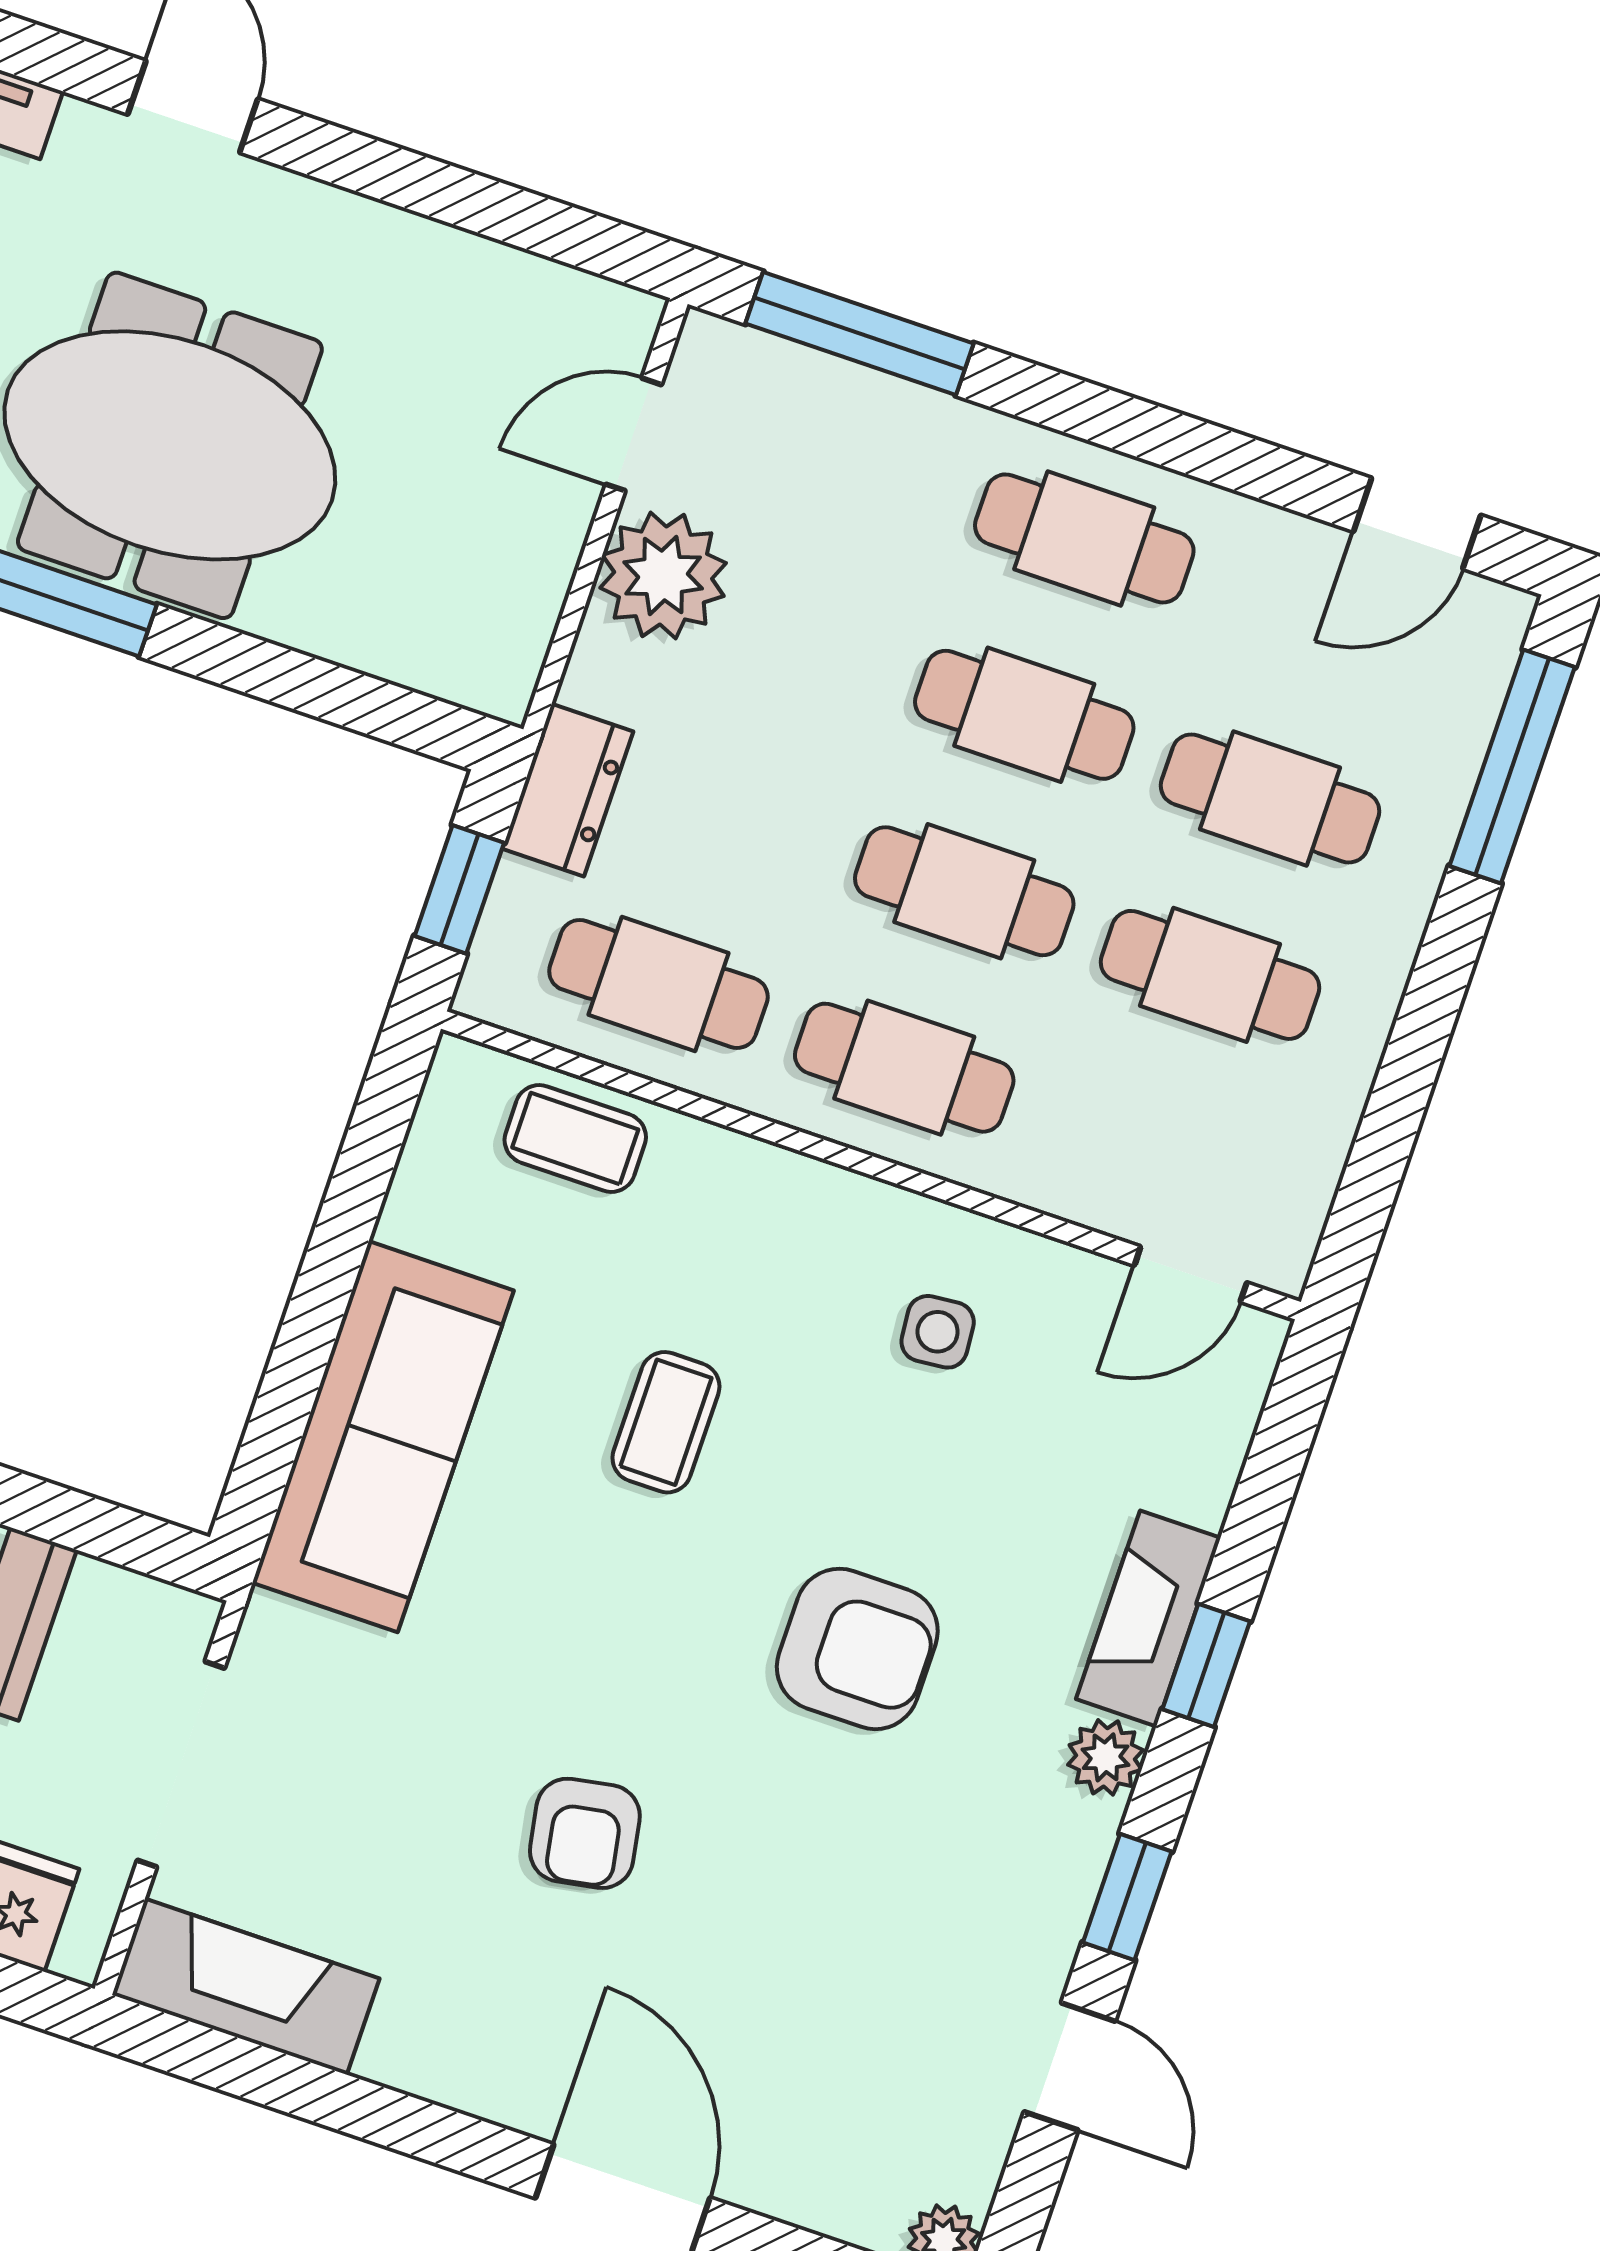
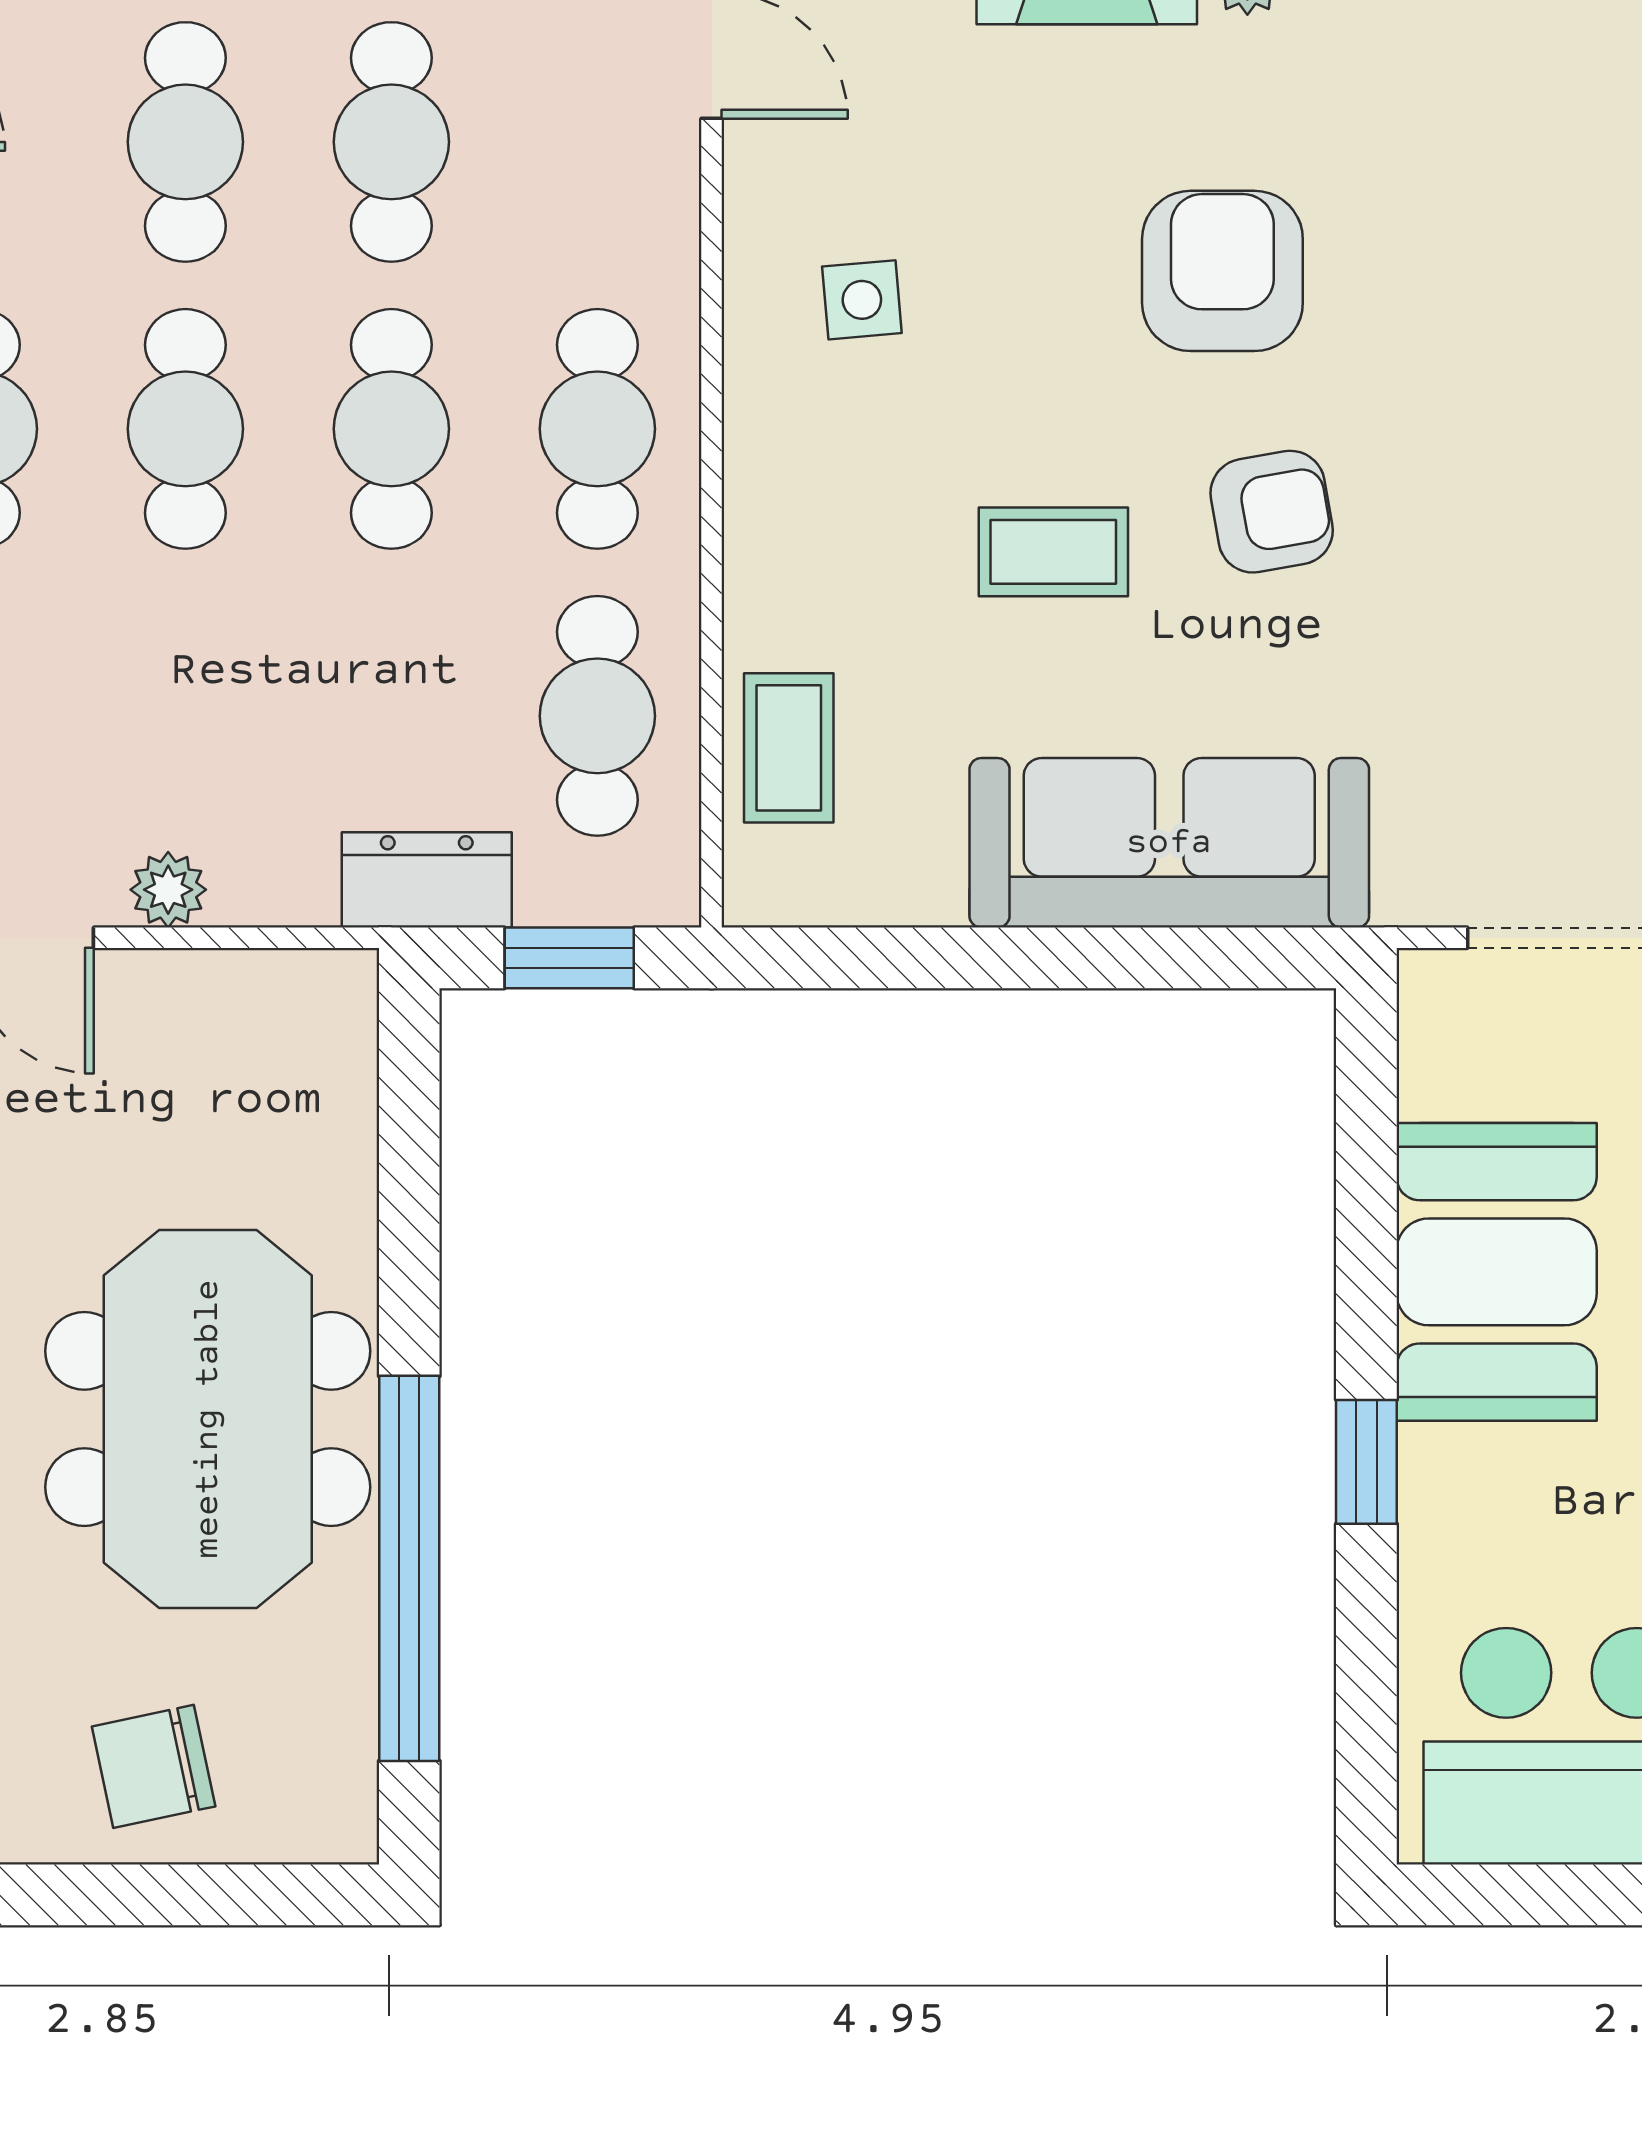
plant: (663, 575) -> (168, 890), width x0.53, depth x0.53
armchair: (585, 1833) -> (1272, 512), moved

